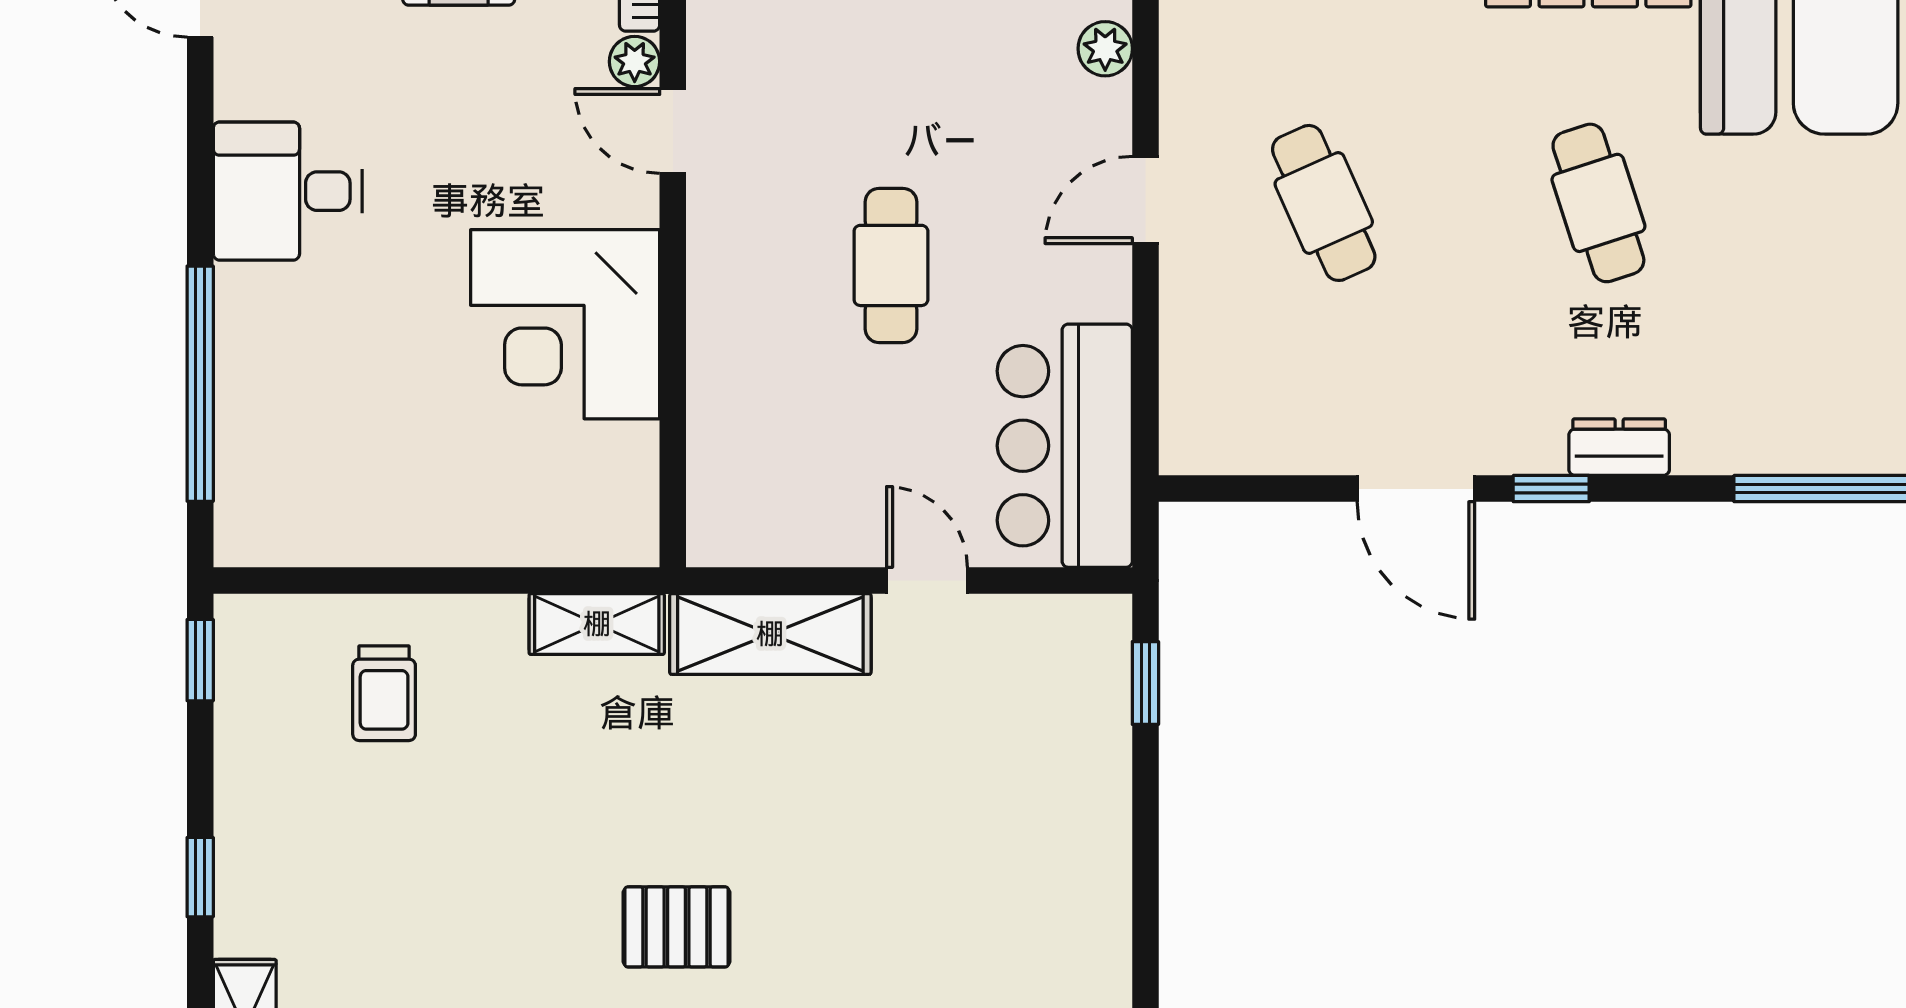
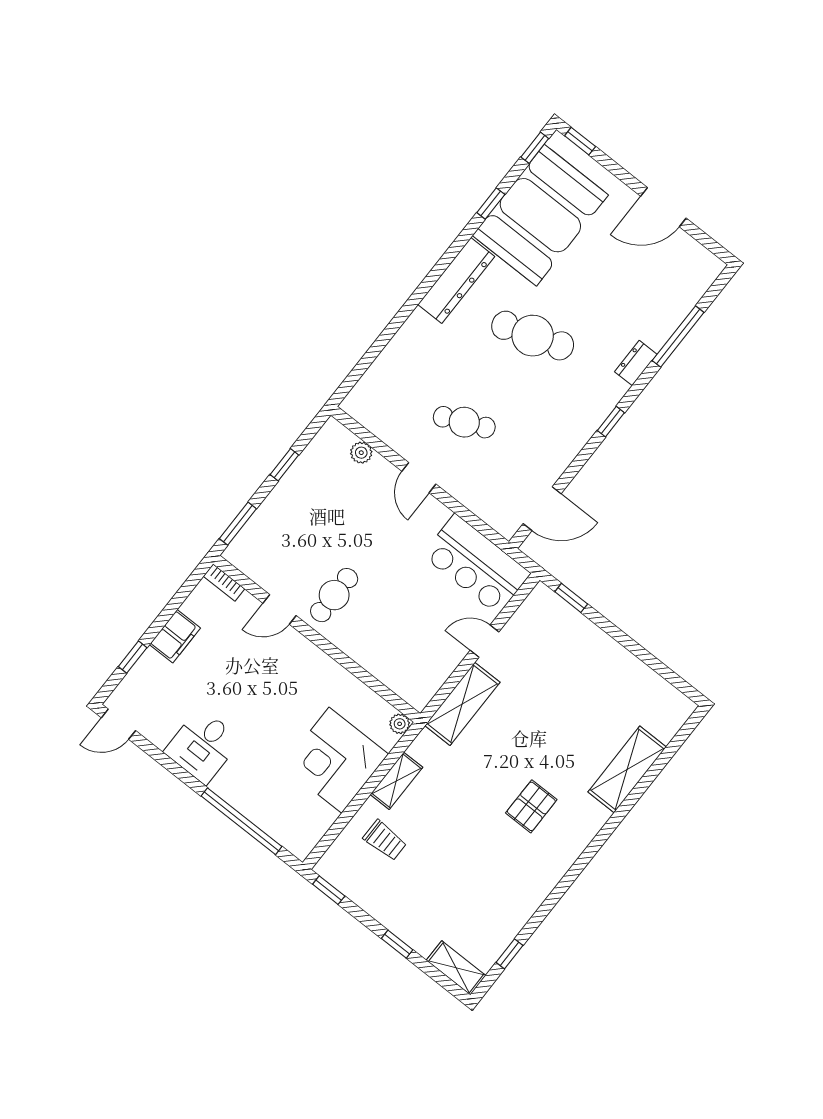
plant: (635, 62) -> (400, 724), moved
cafe table: (1598, 203) -> (533, 336), width x1.37, depth x1.35
cafe table: (891, 265) -> (334, 595), moved, turned 90
corner desk: (565, 324) -> (335, 760), moved, turned 90
dresser: (1619, 447) -> (636, 363), moved
door: (1416, 489) -> (542, 509), moved
shelving: (597, 624) -> (396, 781), moved

